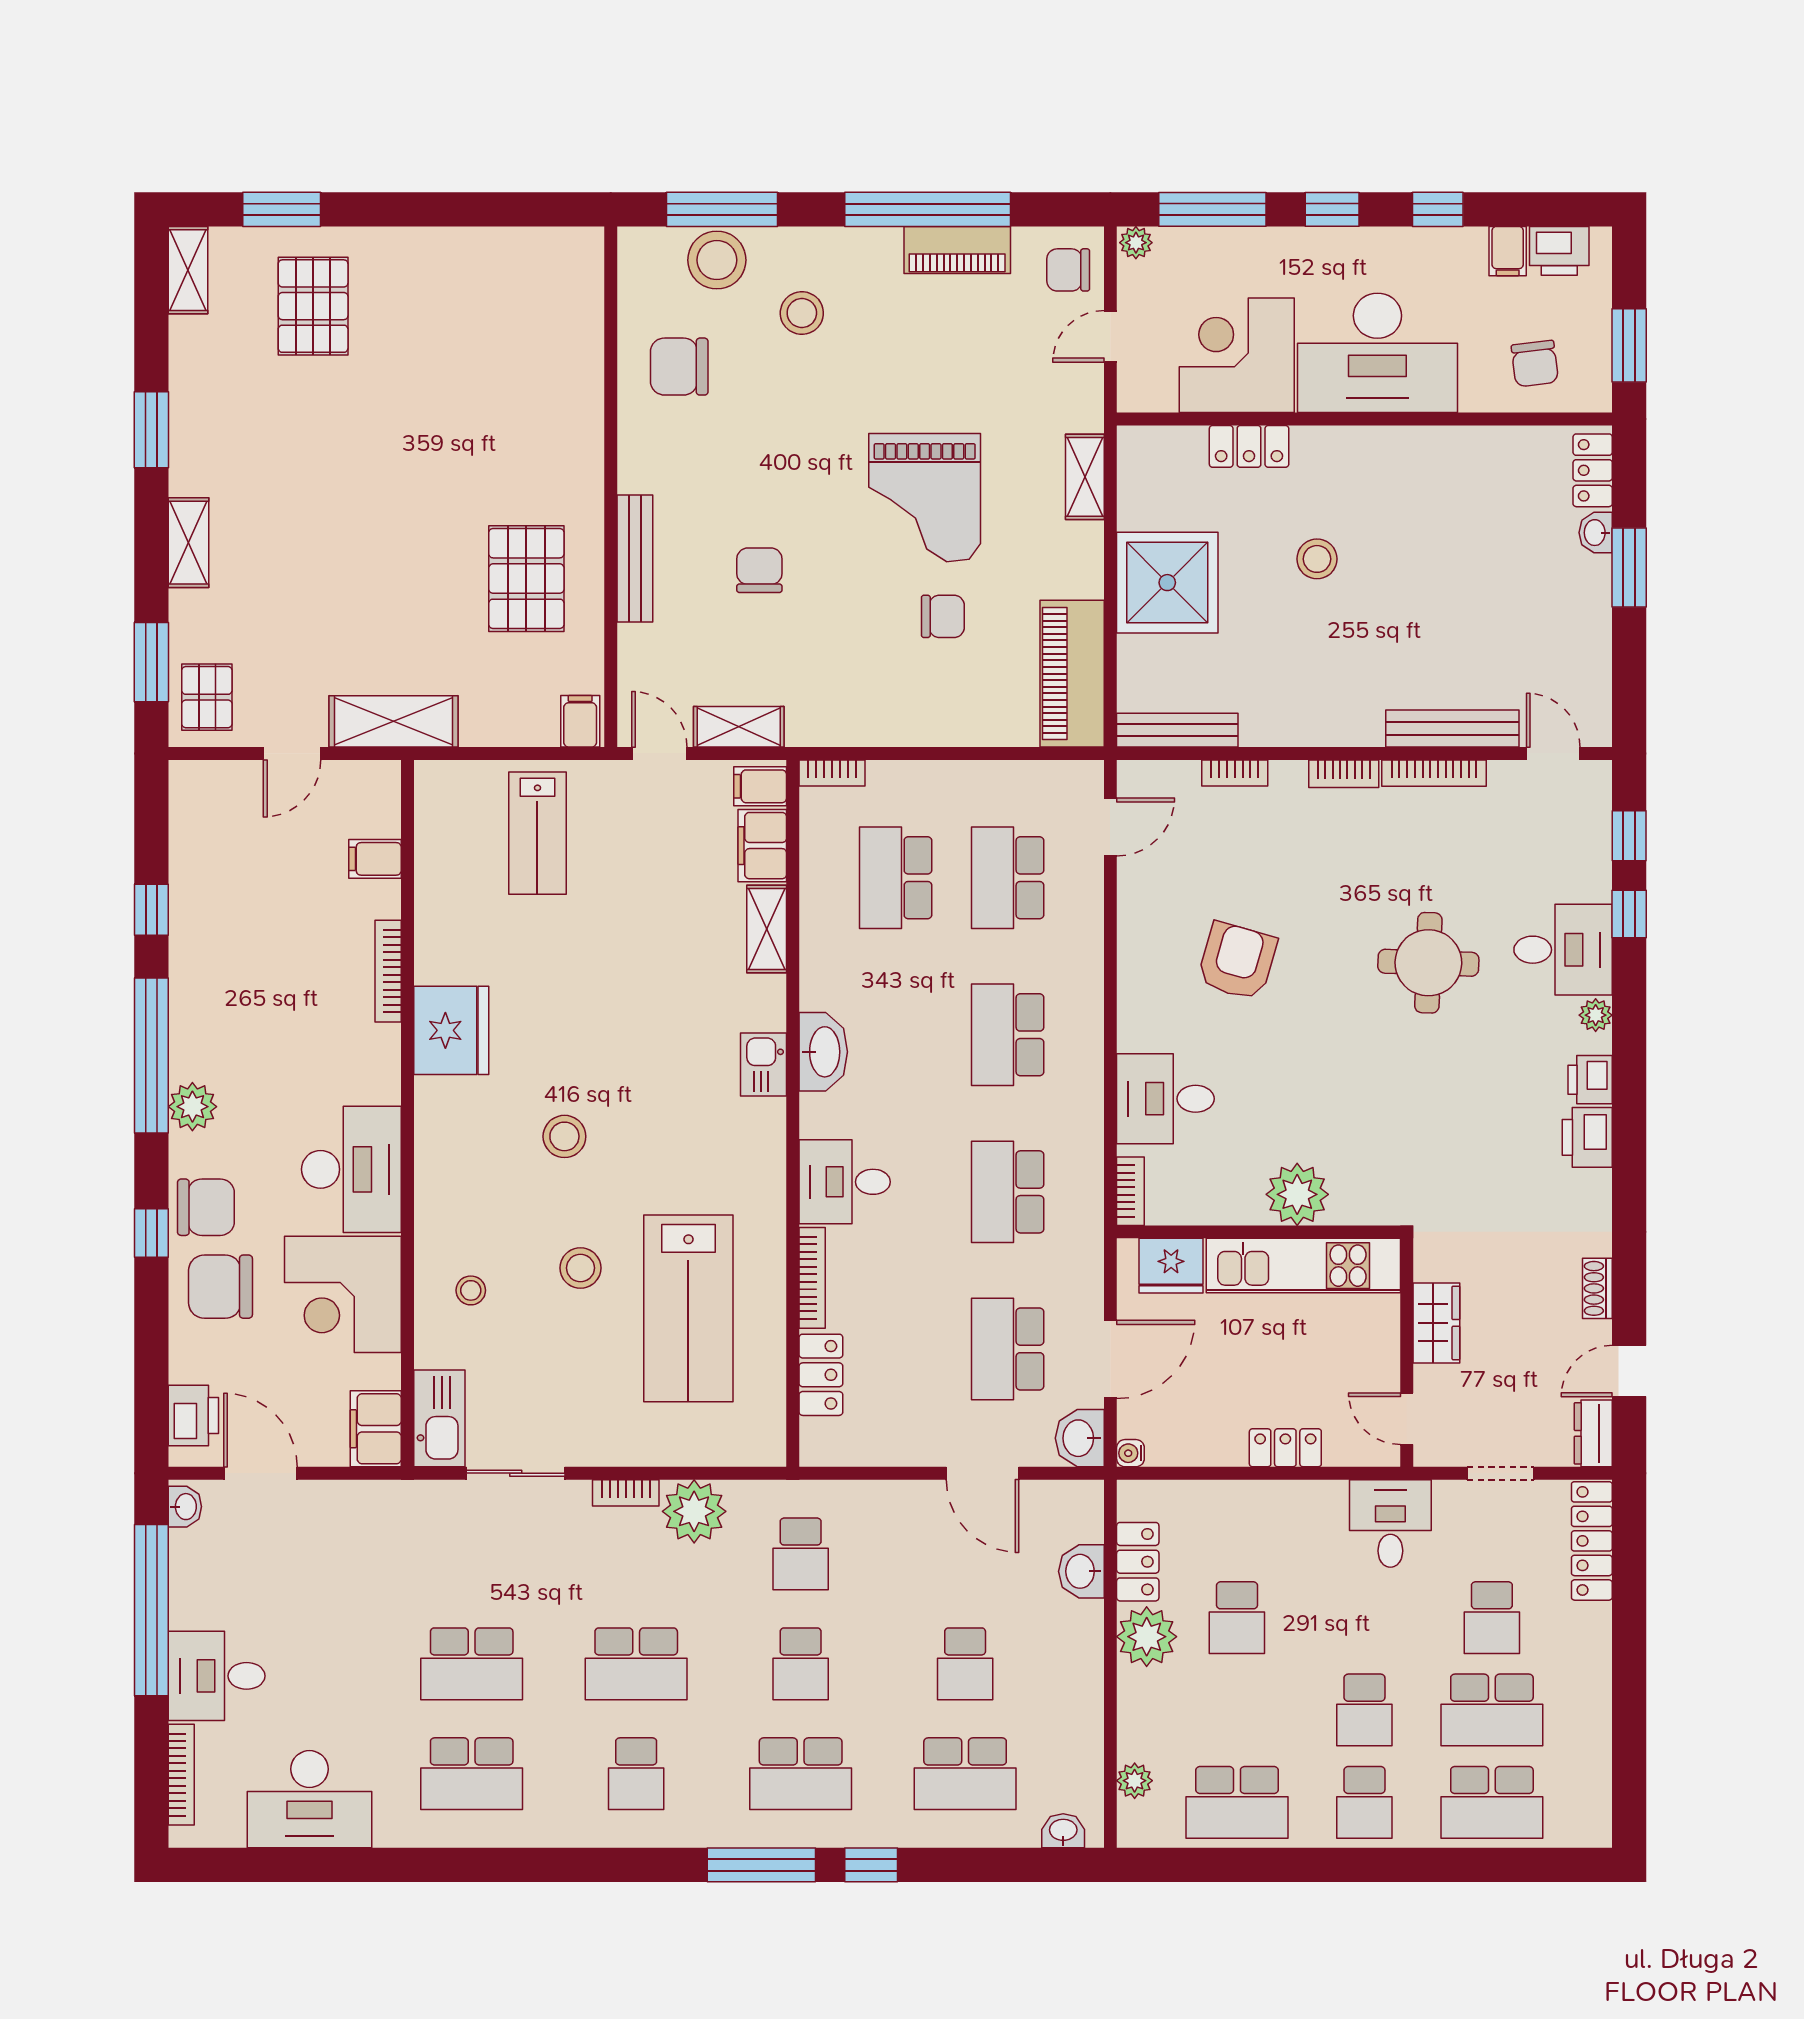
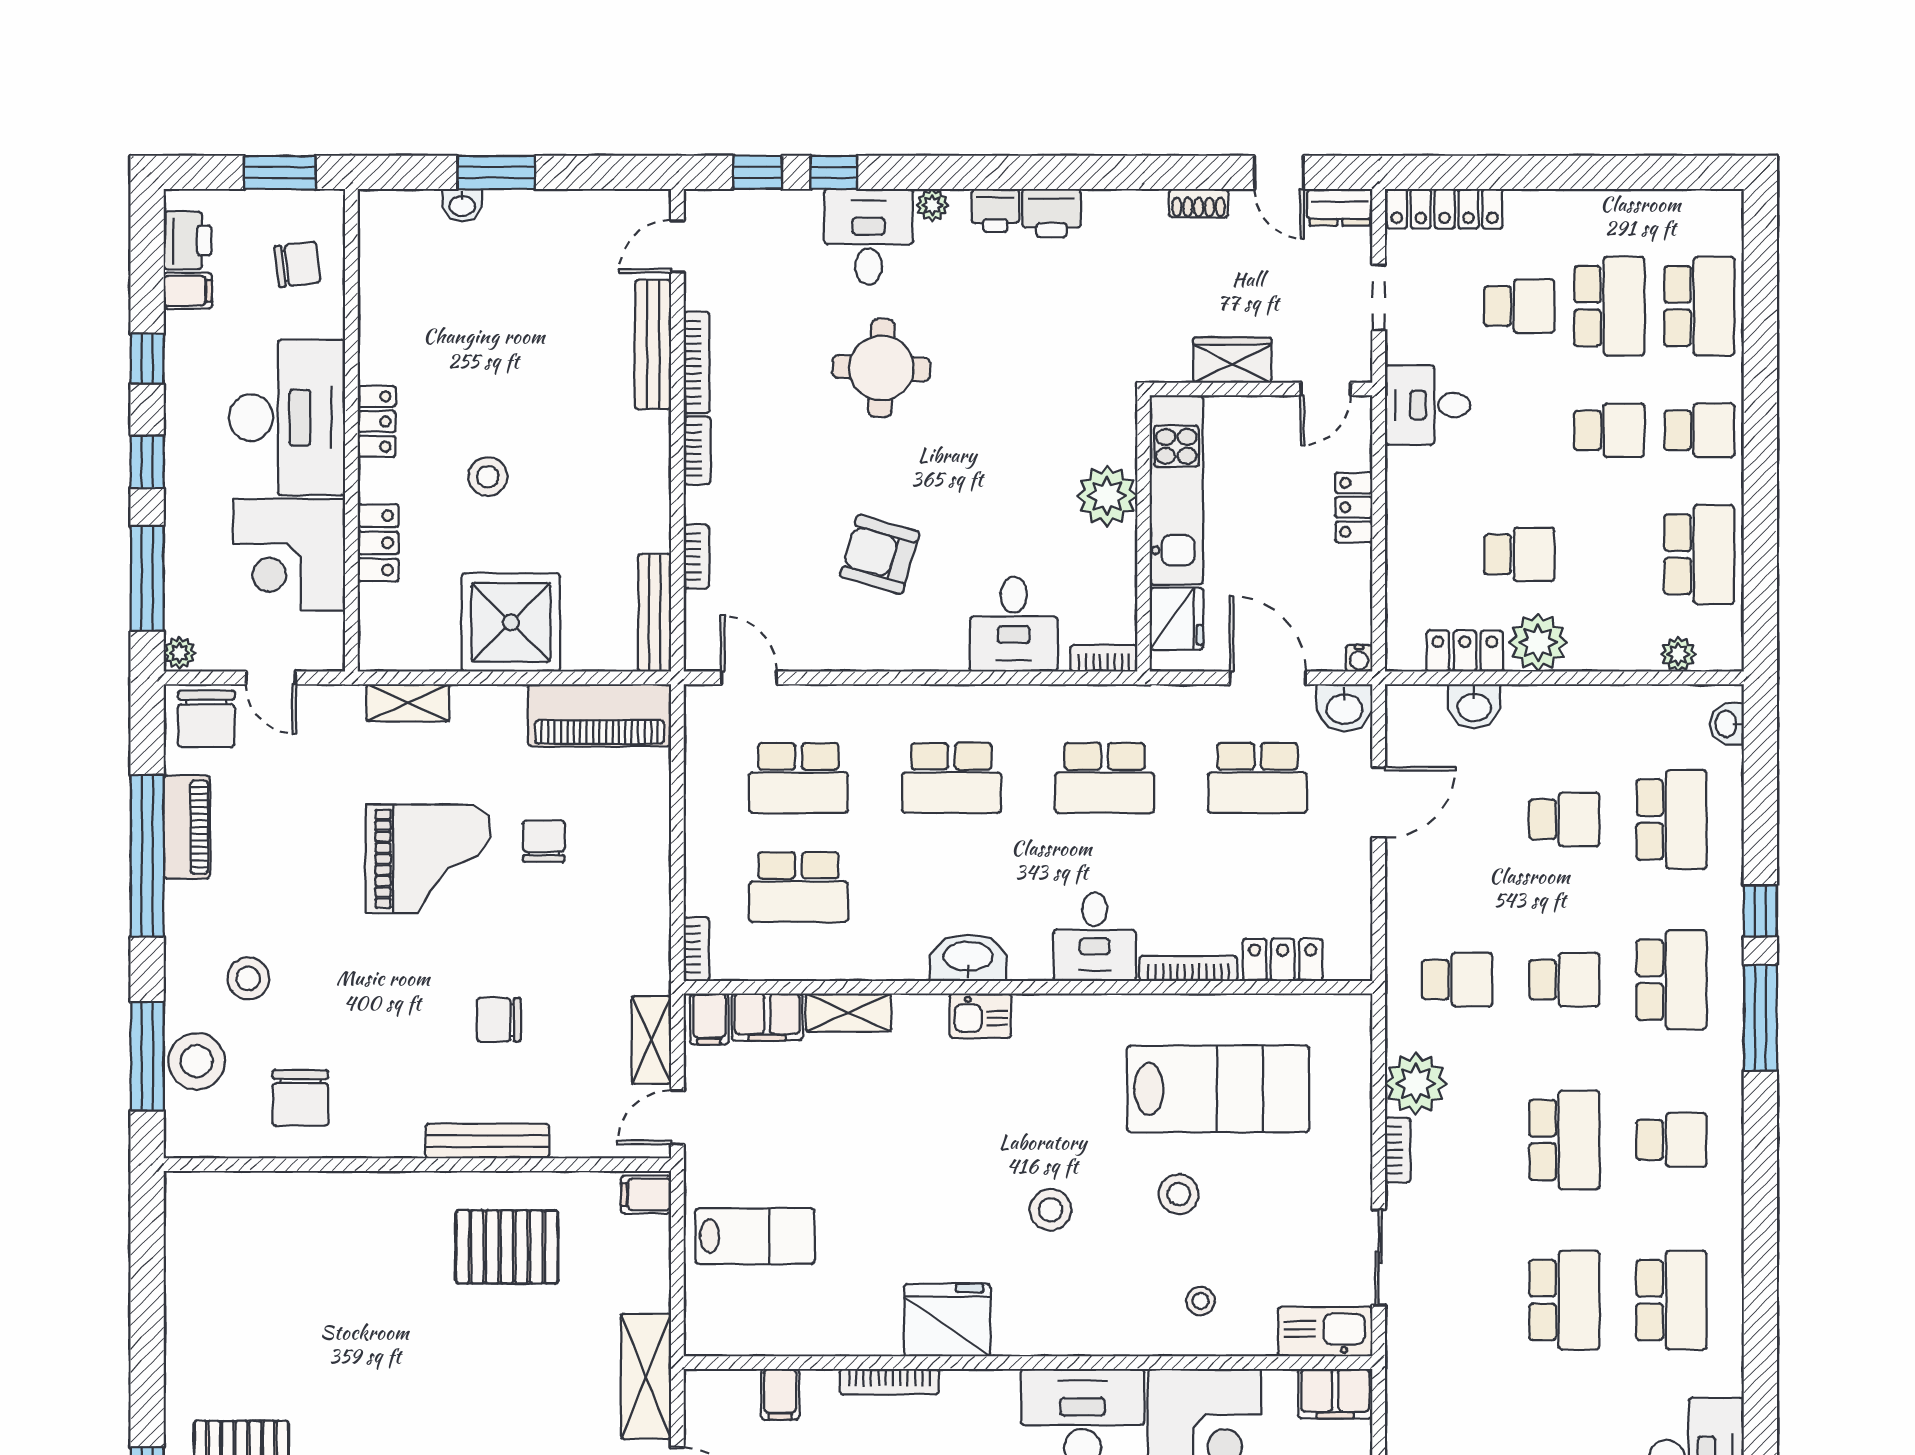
chair: (1068, 270) -> (206, 719), width x1.37, depth x1.37
locker: (1593, 470) -> (377, 422), moved, turned -90

